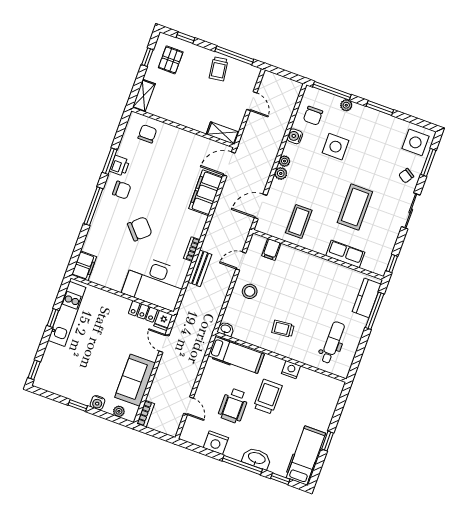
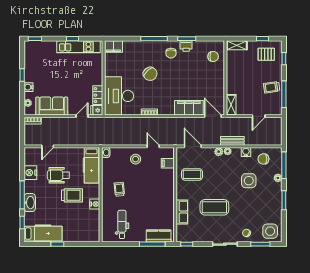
bench: (200, 268) -> (232, 141), moved
dental chair: (332, 342) -> (122, 224), turned -90

